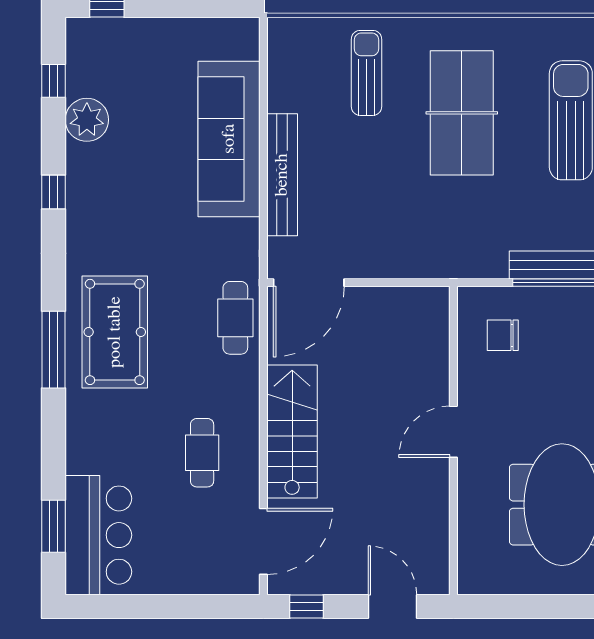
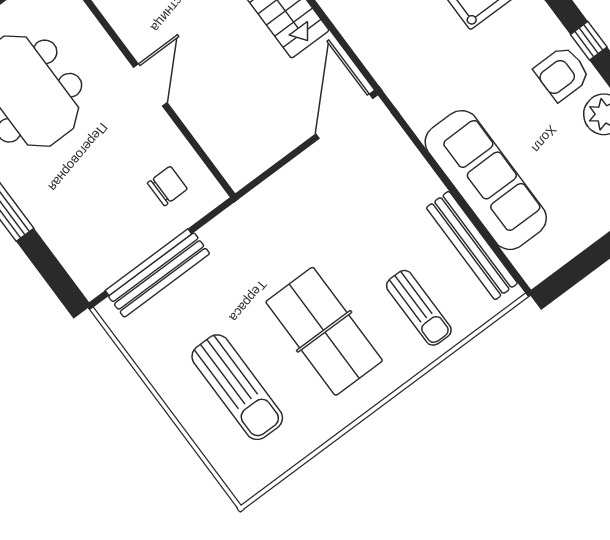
bench: (282, 175) -> (472, 245), moved
armchair: (97, 181) -> (562, 73), added
cafe table: (235, 318) -> (380, 48), removed

